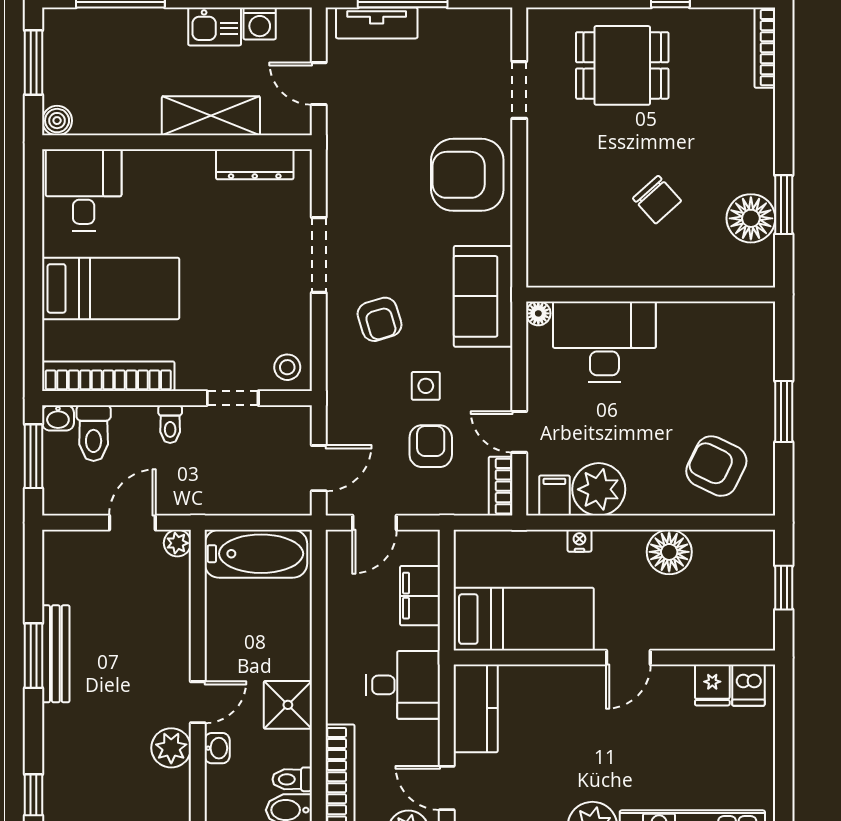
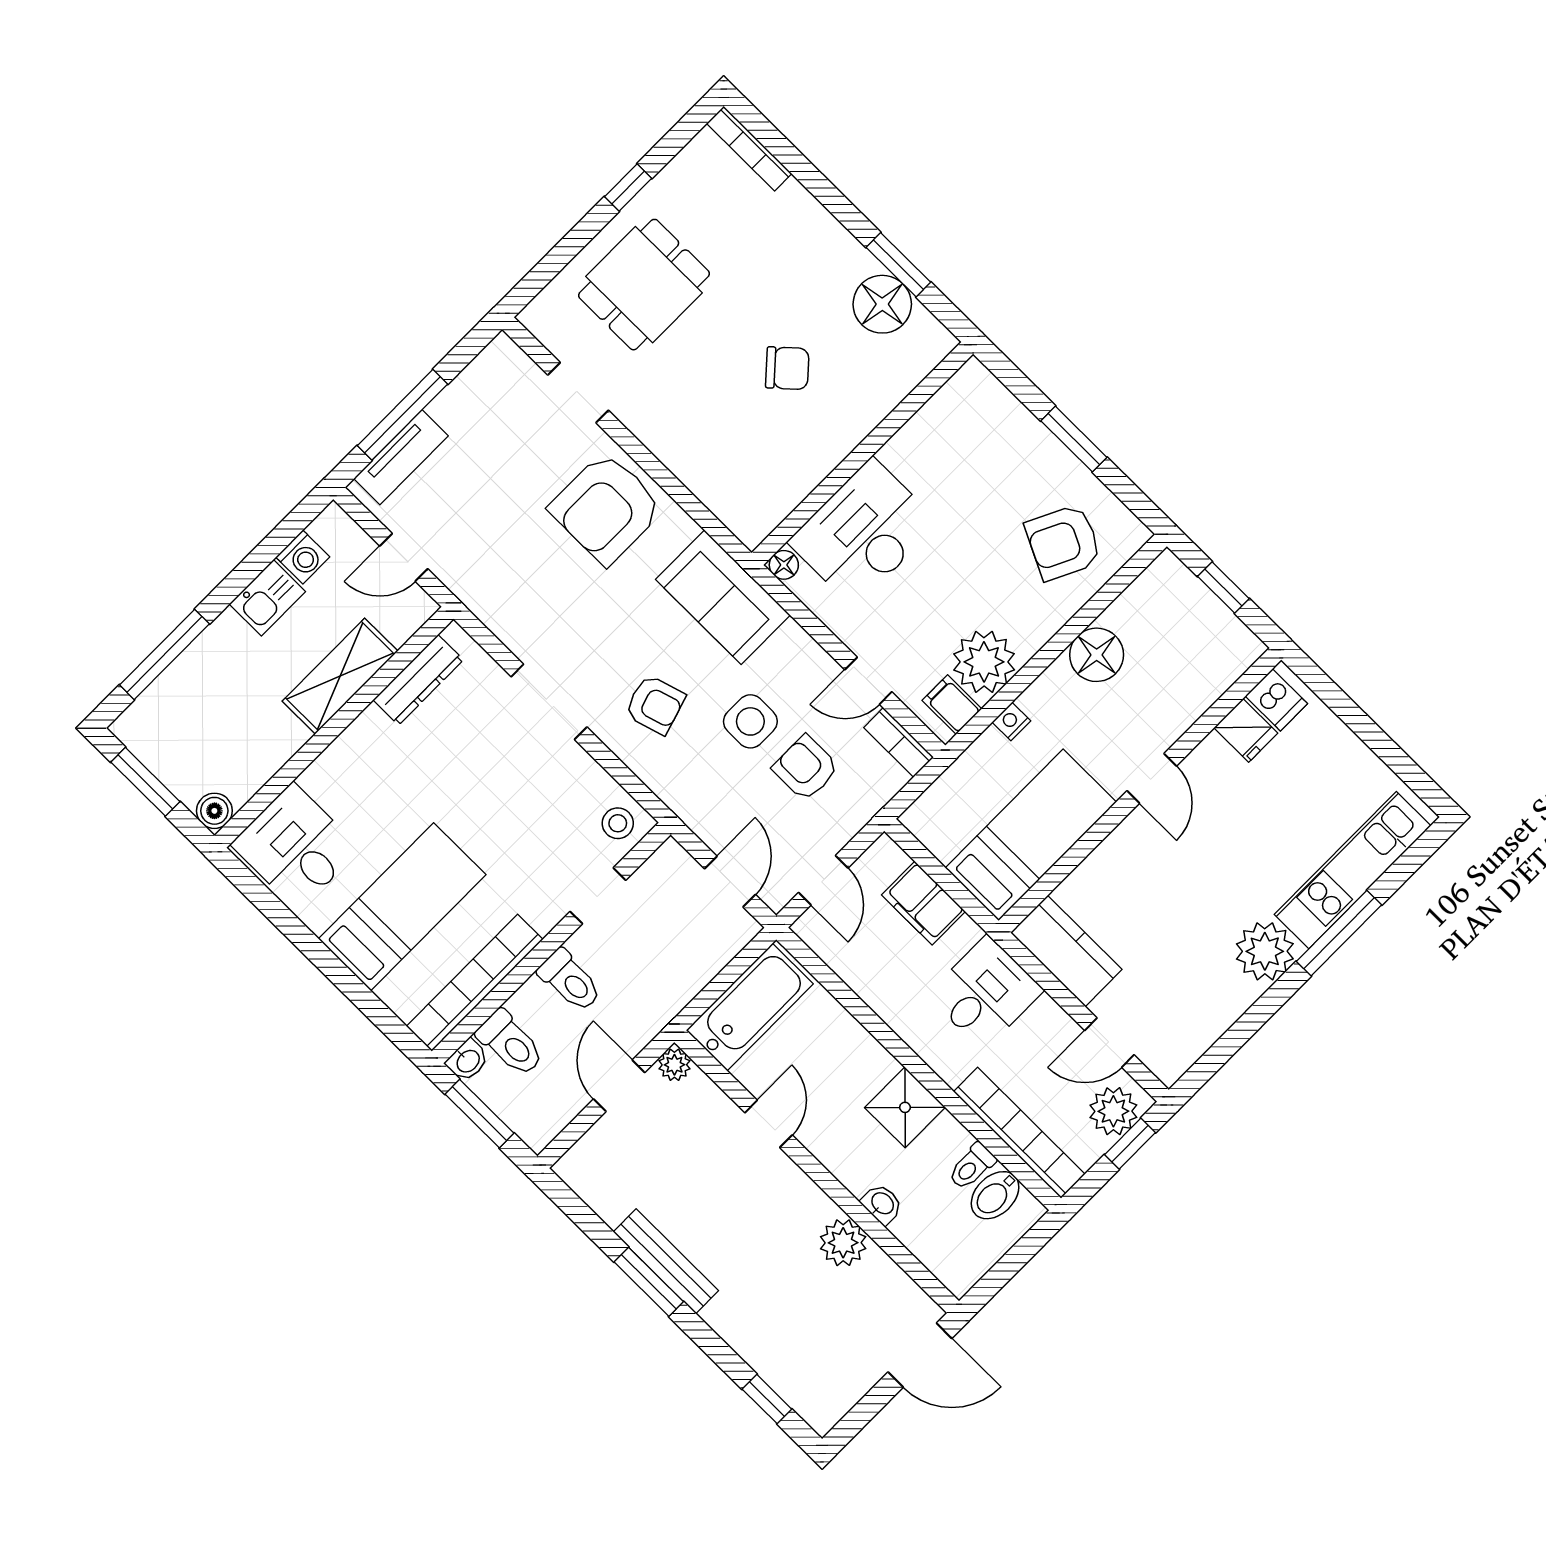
side table: (426, 386) -> (750, 721), width x1.37, depth x1.37
toilet: (170, 424) -> (570, 981), width x1.37, depth x1.39
door: (198, 702) -> (769, 1124), moved

